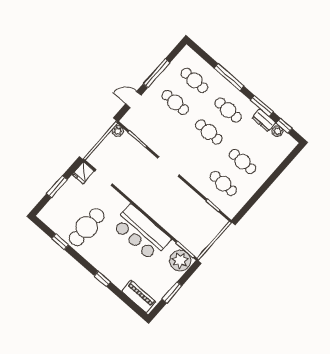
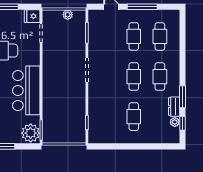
window: (229, 77) -> (182, 58), removed
plant: (118, 131) -> (68, 15), moved
cafe table: (223, 183) -> (108, 117), removed

